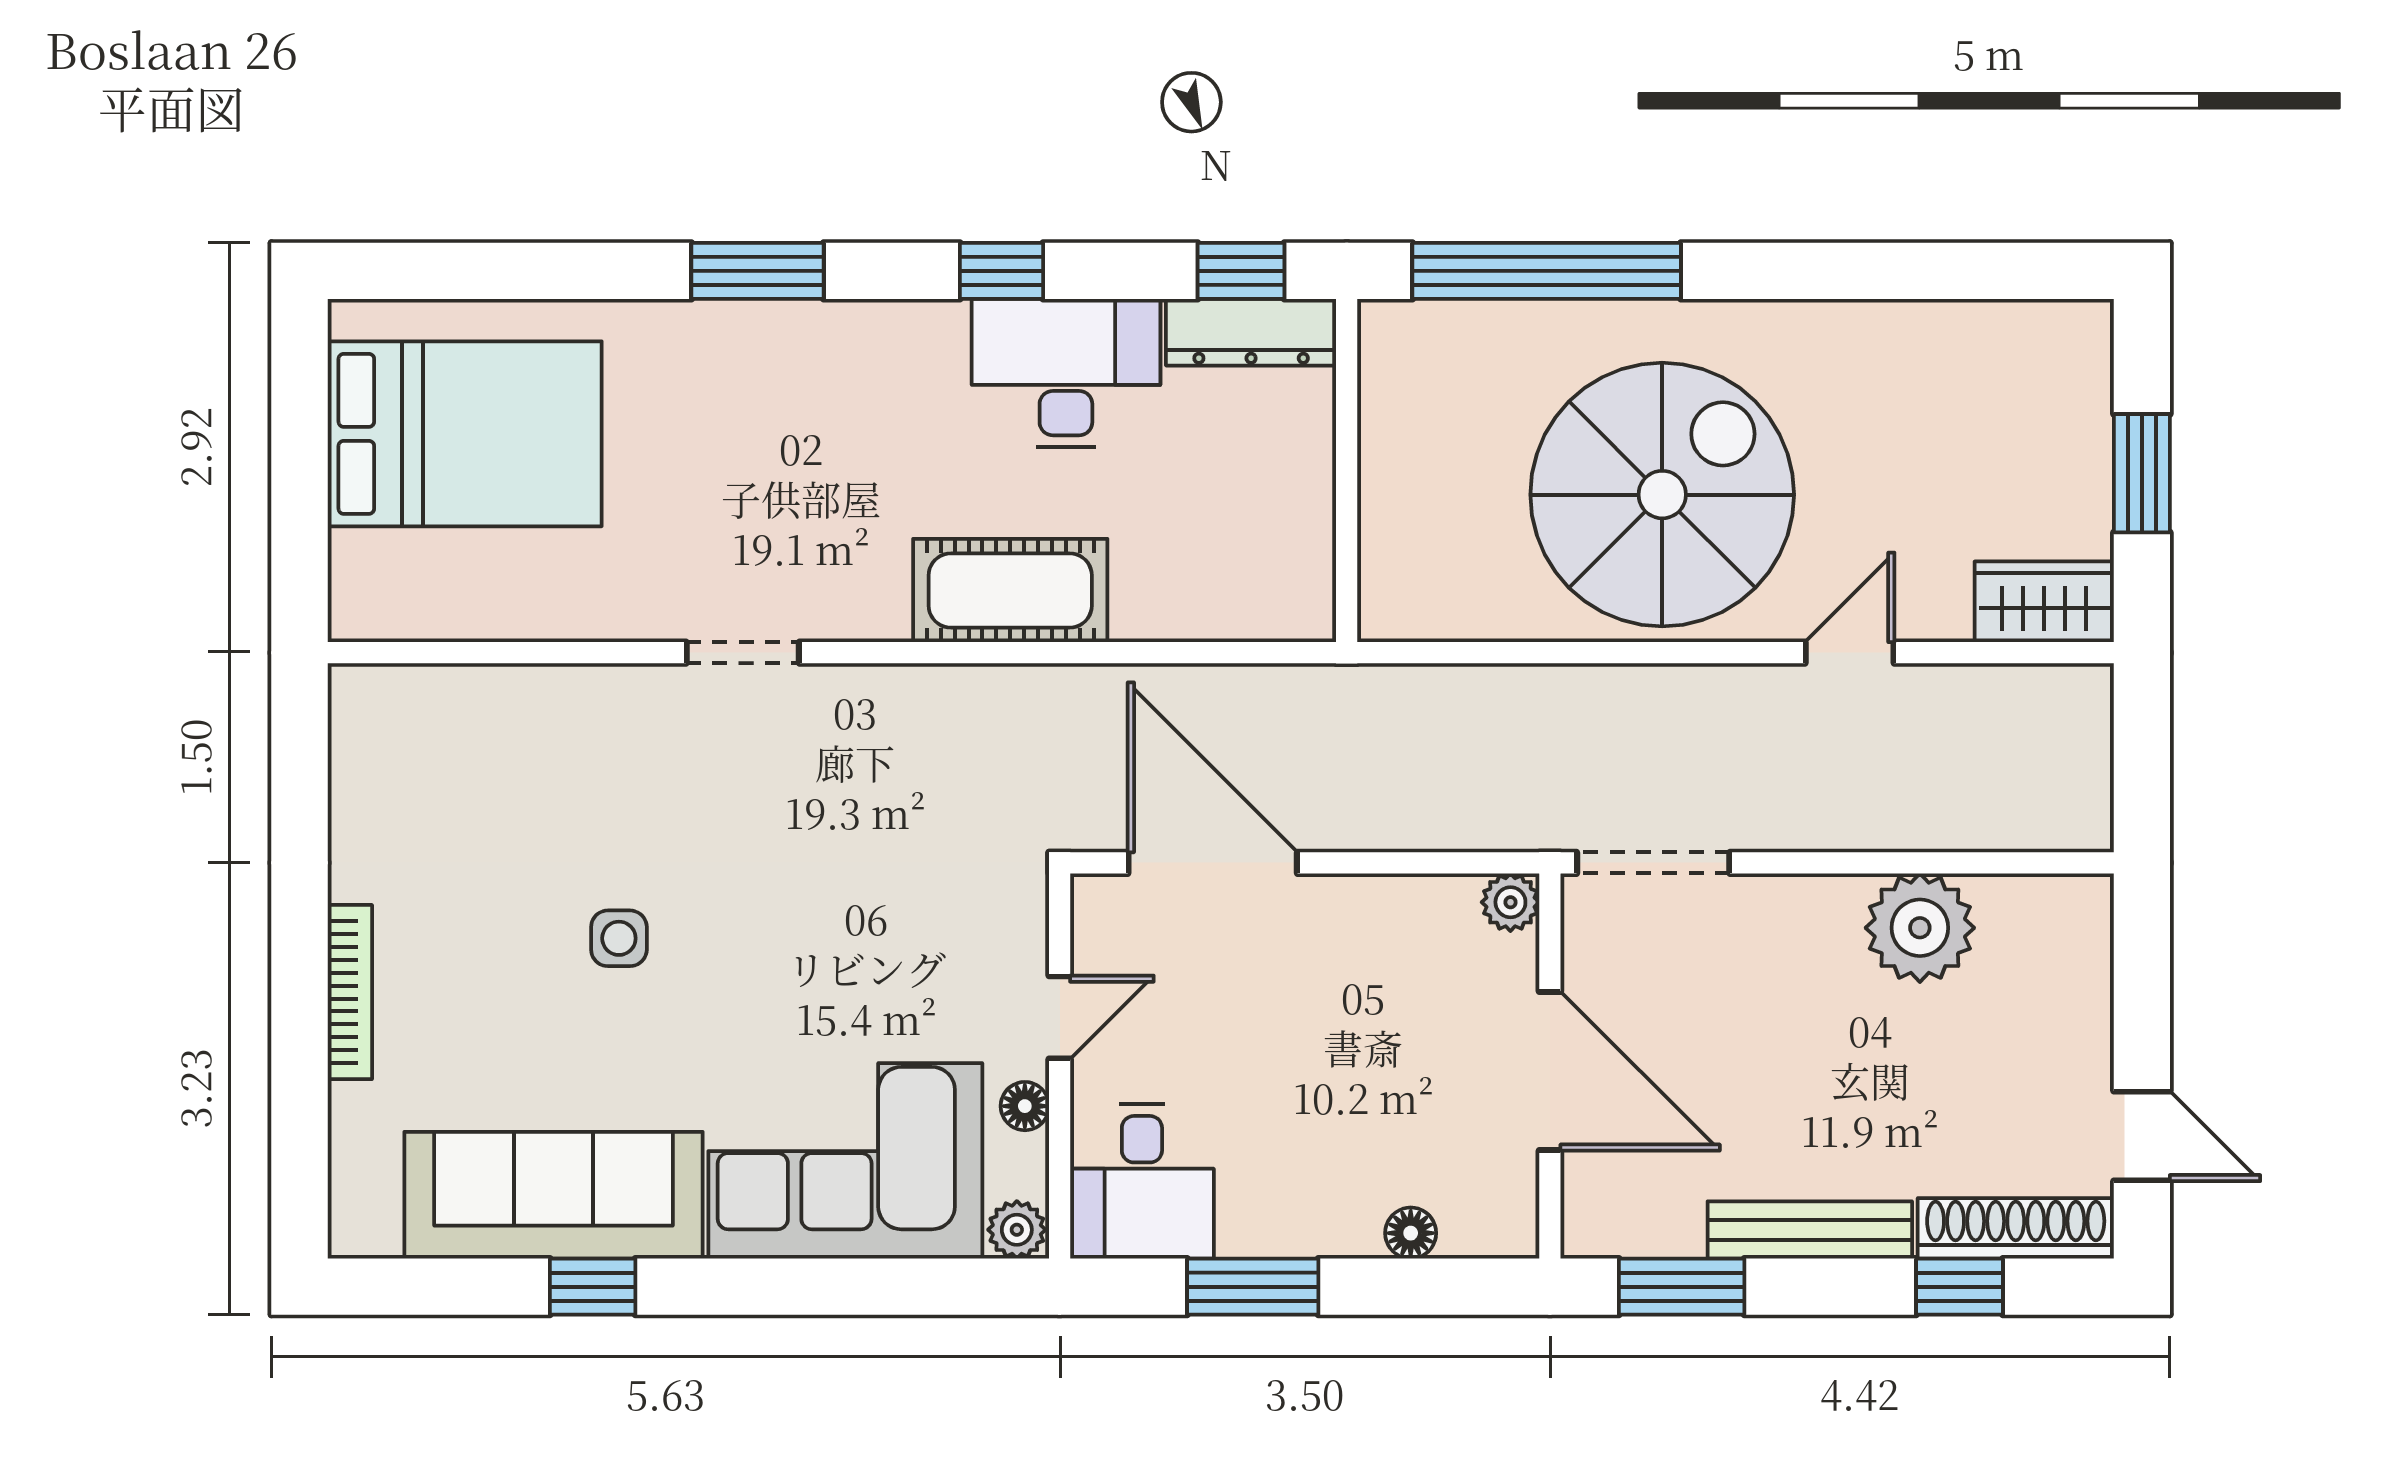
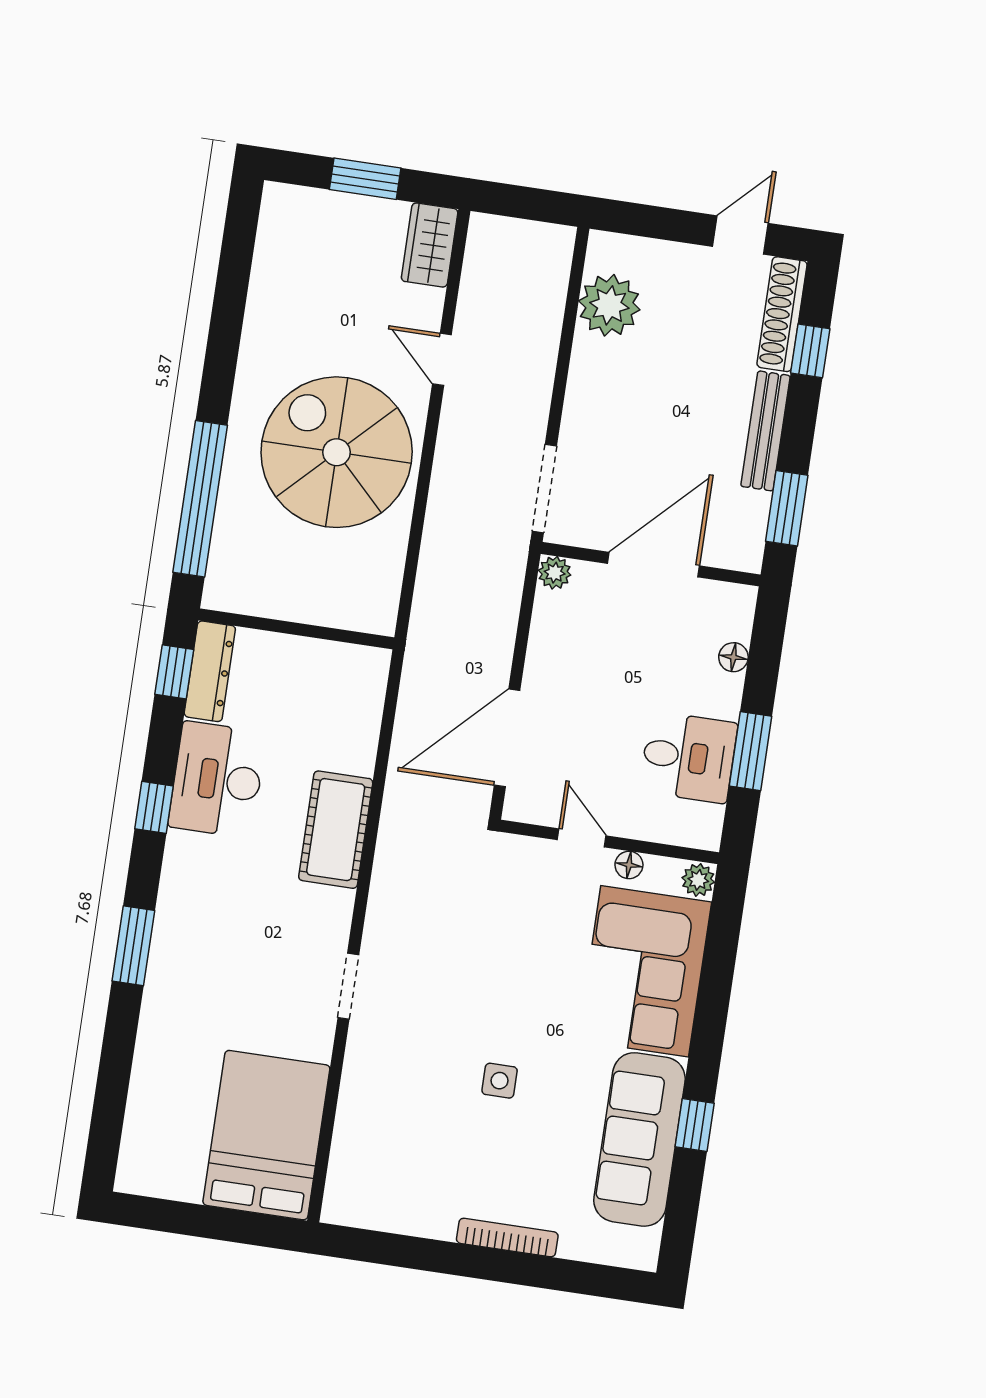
bed: (465, 434) -> (266, 1135), moved
plant: (1920, 928) -> (609, 305), moved
desk: (1142, 1181) -> (688, 757), moved

